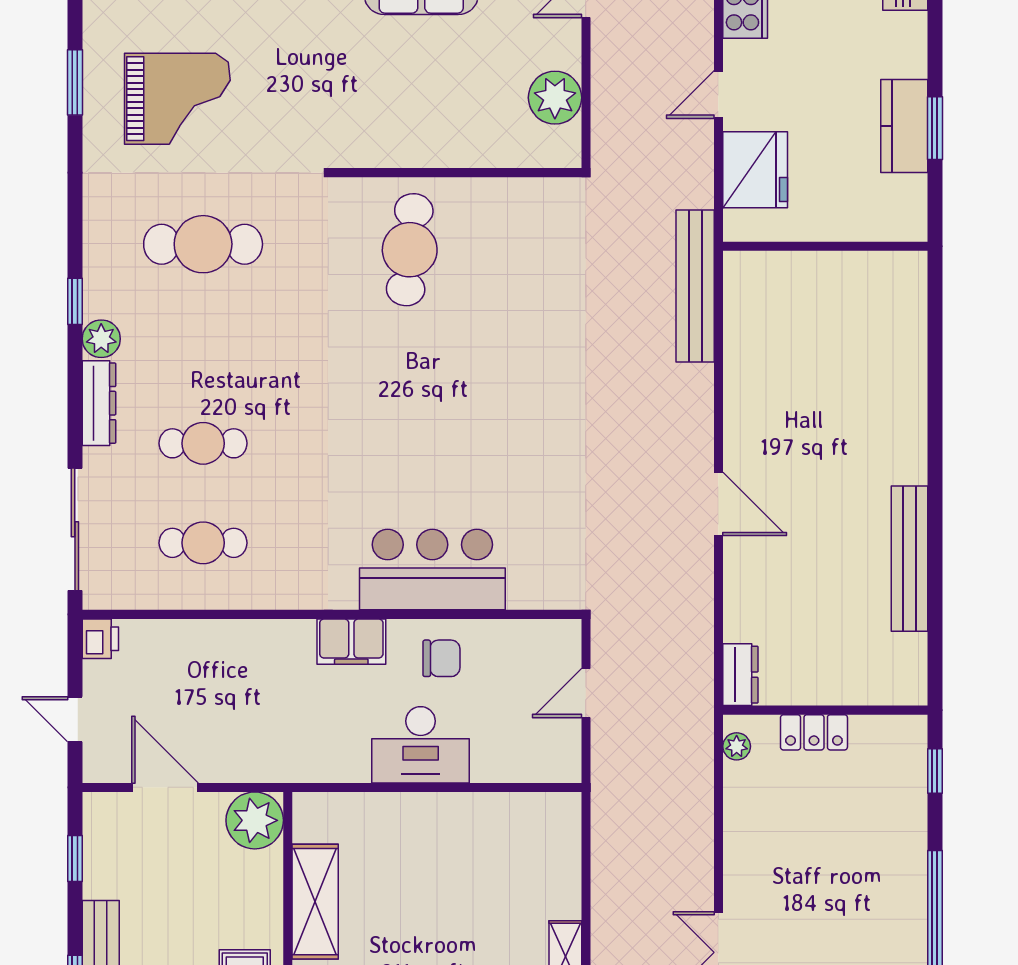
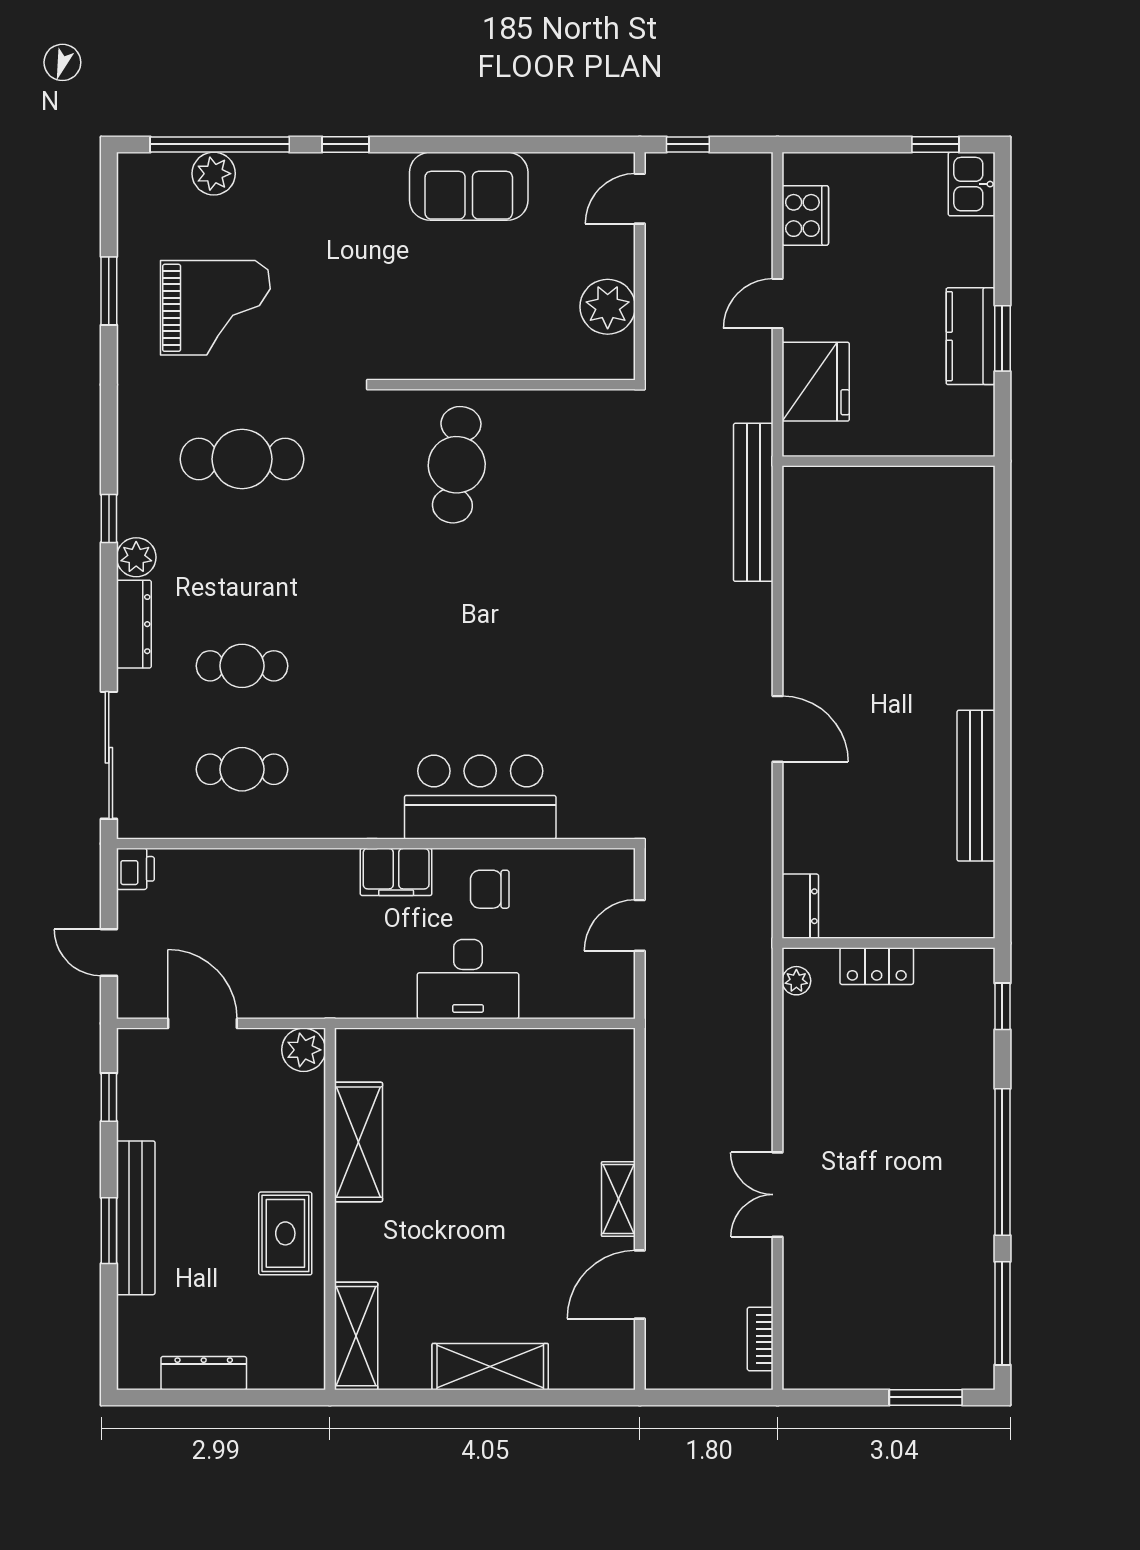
chair: (441, 658) -> (490, 889), turned 180
plant: (255, 820) -> (304, 1050), width x0.73, depth x0.73

